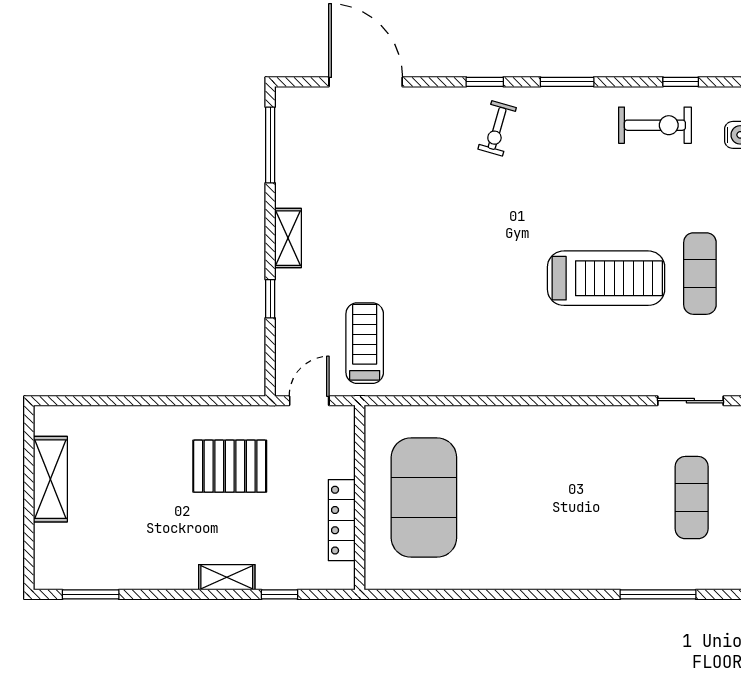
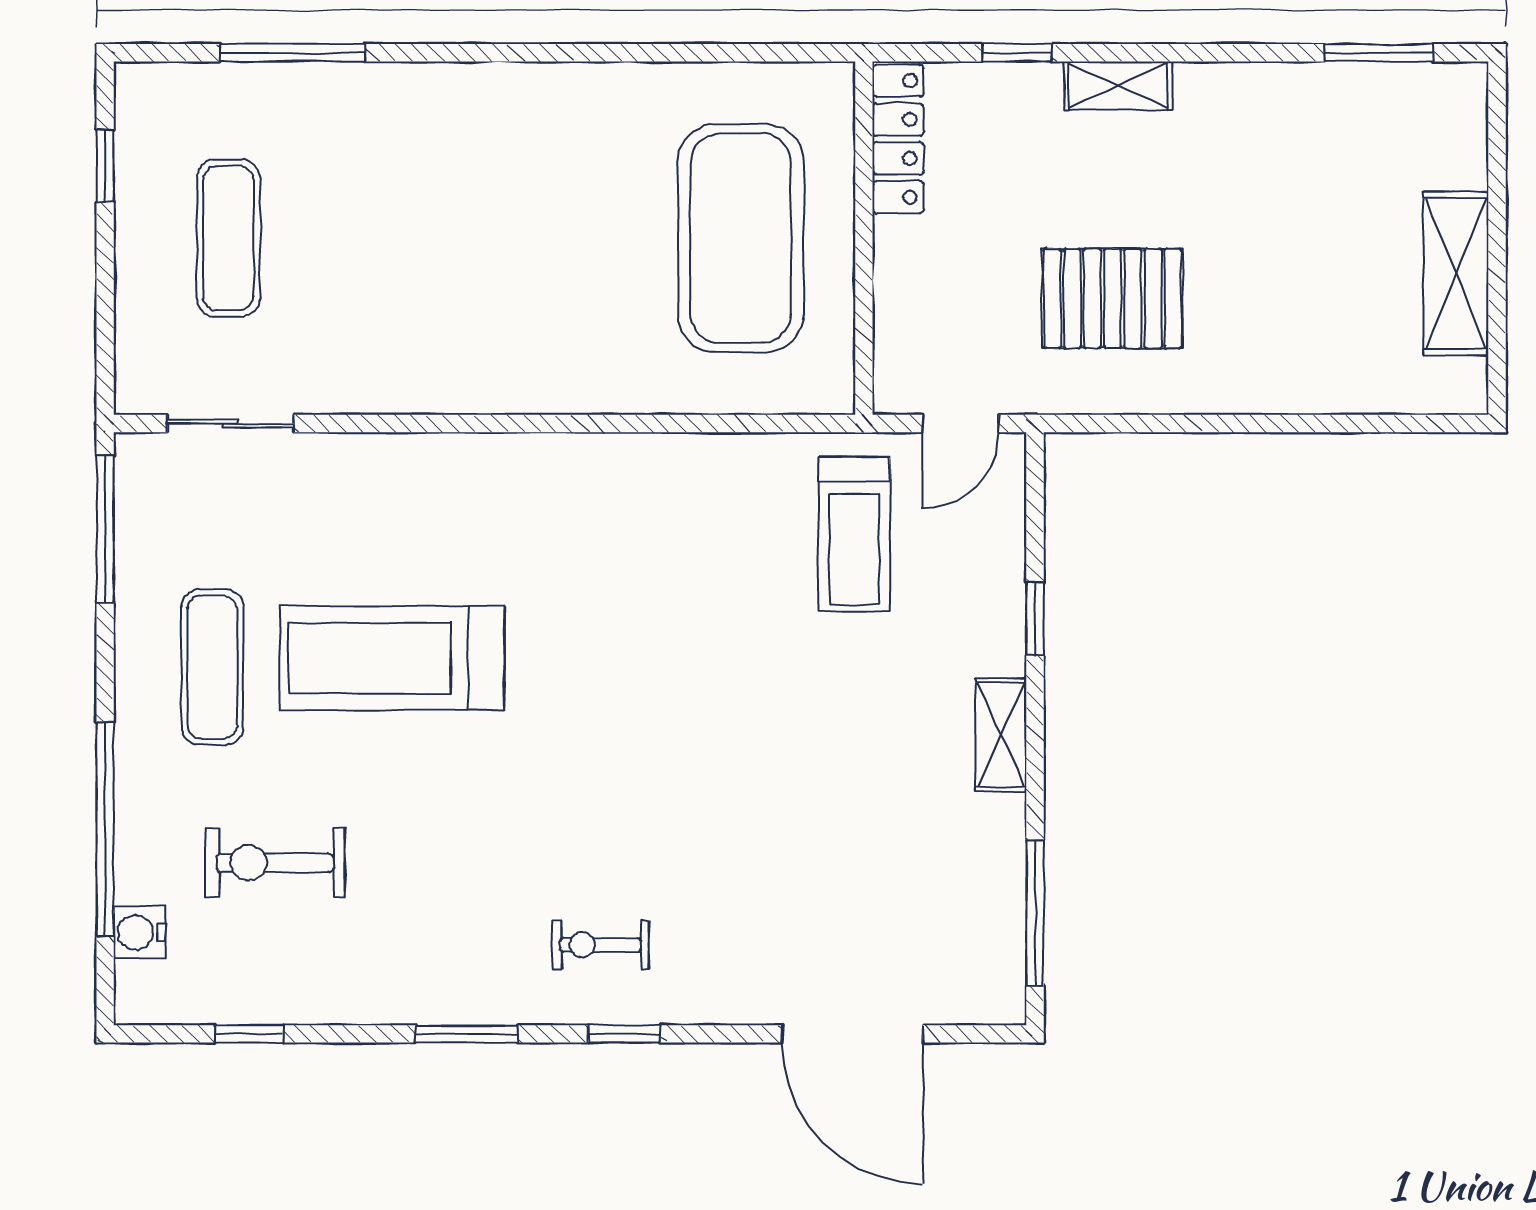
exercise bike: (655, 125) -> (275, 863), moved
exercise bike: (497, 128) -> (601, 945), turned -106
locker: (342, 520) -> (898, 139), moved

